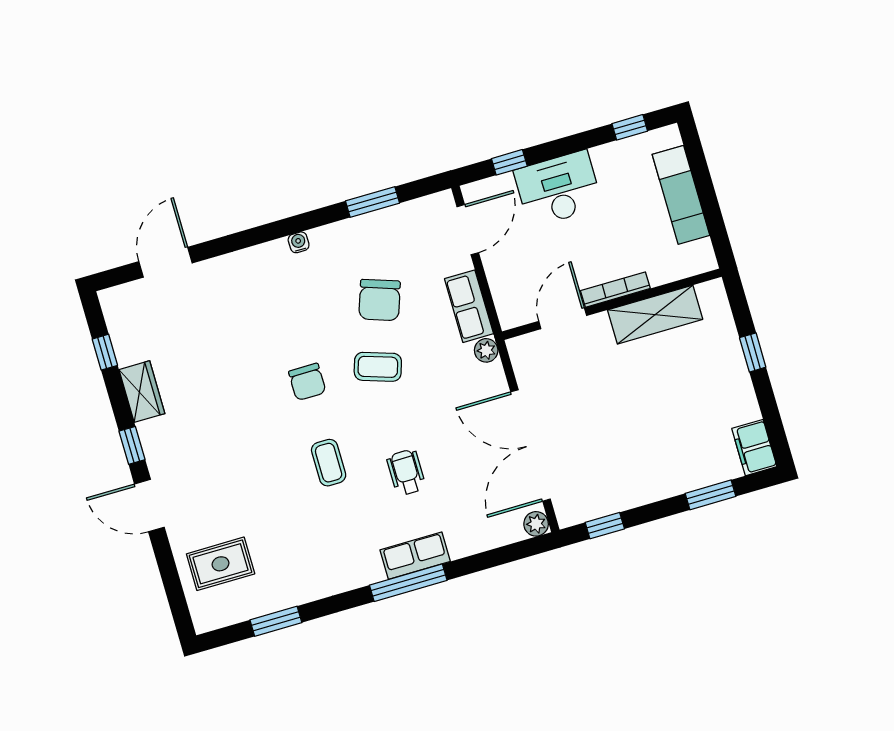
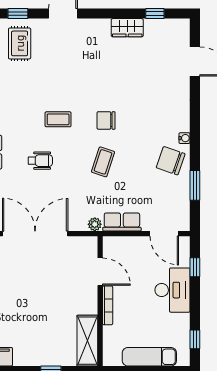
chair: (380, 300) -> (171, 161), moved
shelving: (655, 315) -> (87, 341), moved
window: (132, 445) -> (18, 14), moved

